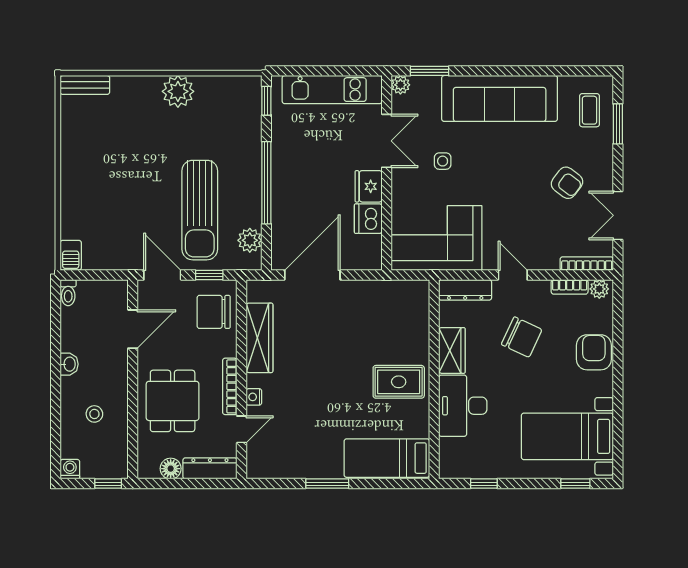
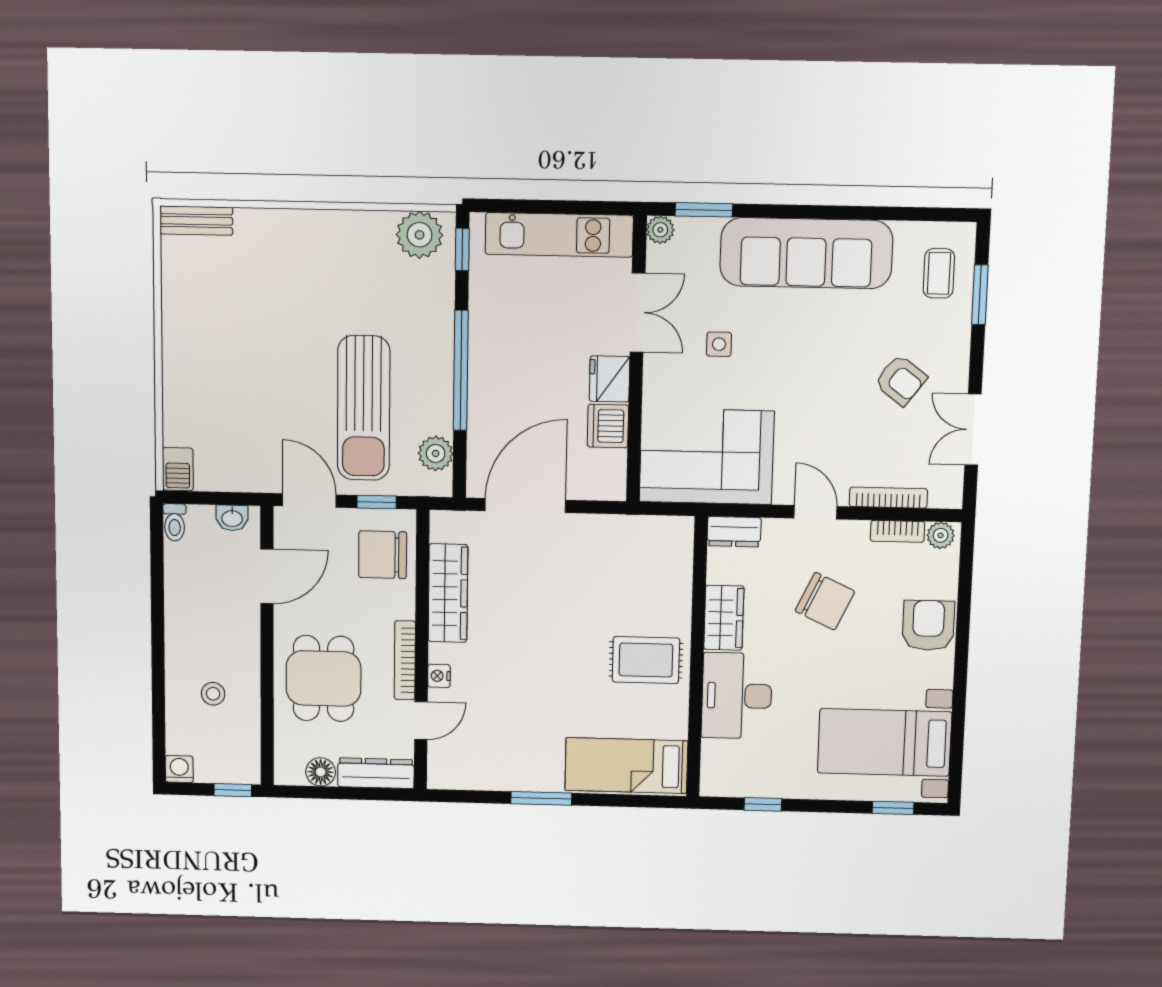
plant: (178, 91) -> (420, 235), moved
bookcase: (587, 264) -> (888, 498), moved
dresser: (465, 290) -> (734, 532), width x0.70
washbasin: (69, 364) -> (232, 518), moved, turned 90

